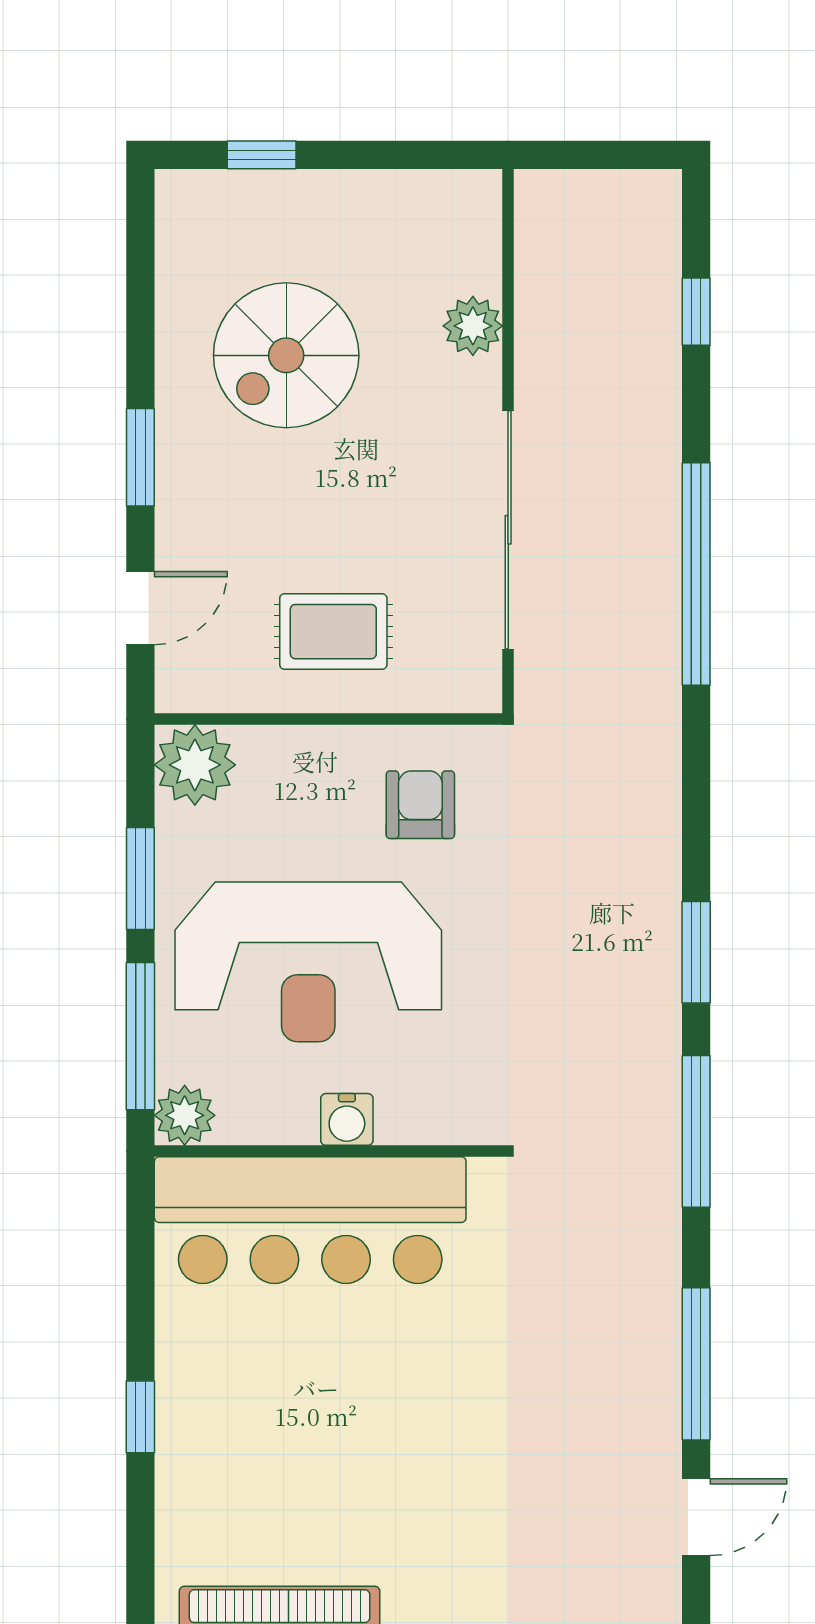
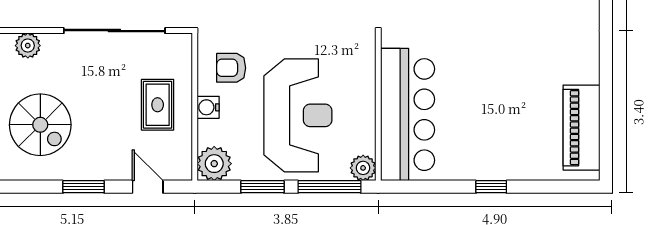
water cooler: (347, 1119) -> (208, 107), moved, turned 180

